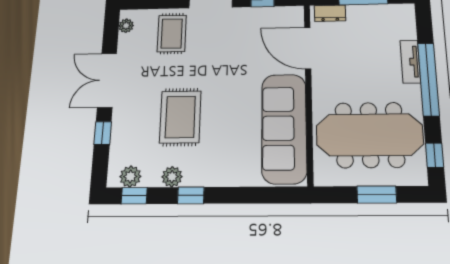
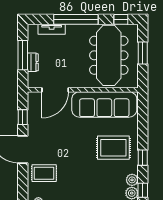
dresser: (330, 13) -> (33, 62), moved
tv unit: (410, 62) -> (52, 29), moved
rug: (180, 117) -> (113, 148), moved
plant: (172, 177) -> (132, 180), moved

